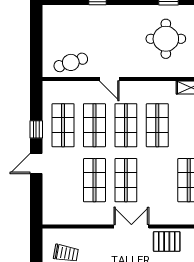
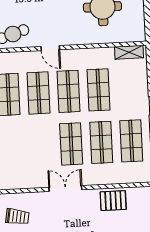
shop shelf: (94, 180) -> (101, 142), moved
double door: (131, 226) -> (65, 189), moved

